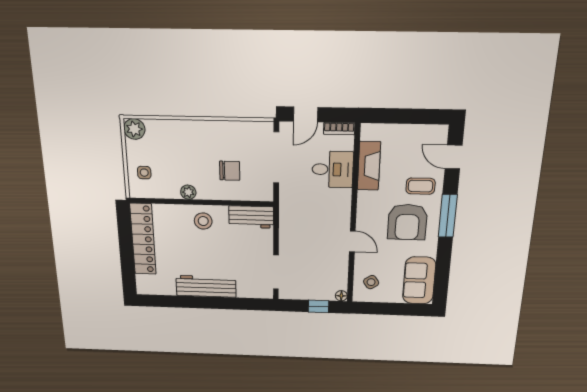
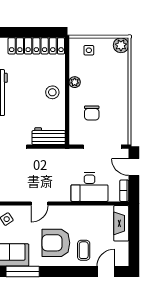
fireplace: (369, 166) -> (121, 223), moved, turned 90
desk: (333, 169) -> (90, 187), width x1.37
window: (448, 216) -> (23, 272), moved
workbench: (251, 217) -> (49, 136), moved, turned 90

